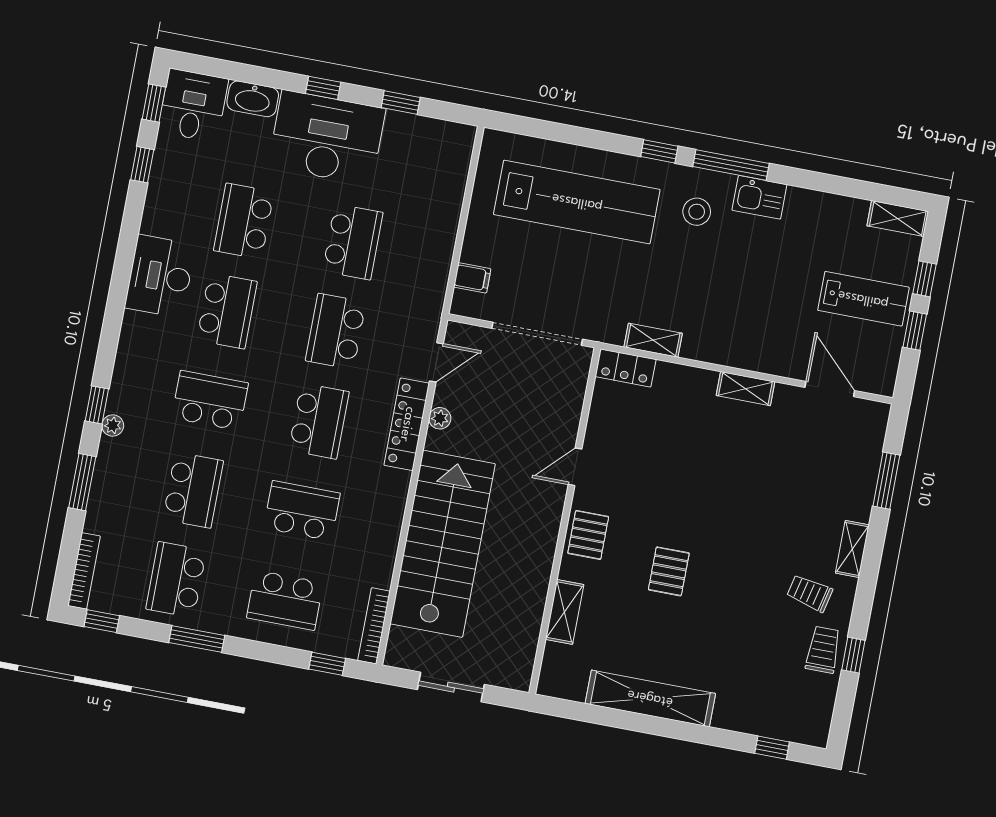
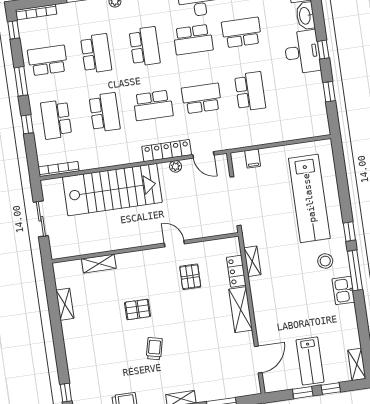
desk: (327, 138) -> (302, 52), width x0.73, depth x0.77
school desk: (353, 242) -> (250, 91), turned -90
locker: (626, 368) -> (236, 271), moved
shelving: (745, 389) -> (241, 310), width x1.50, depth x1.33
school desk: (193, 490) -> (96, 53), turned -90
pallet: (588, 535) -> (190, 277), moved, turned 90
trolley: (810, 593) -> (154, 349), moved
window: (327, 664) -> (27, 124), moved
shelving: (650, 698) -> (65, 304), width x0.45, depth x0.75

